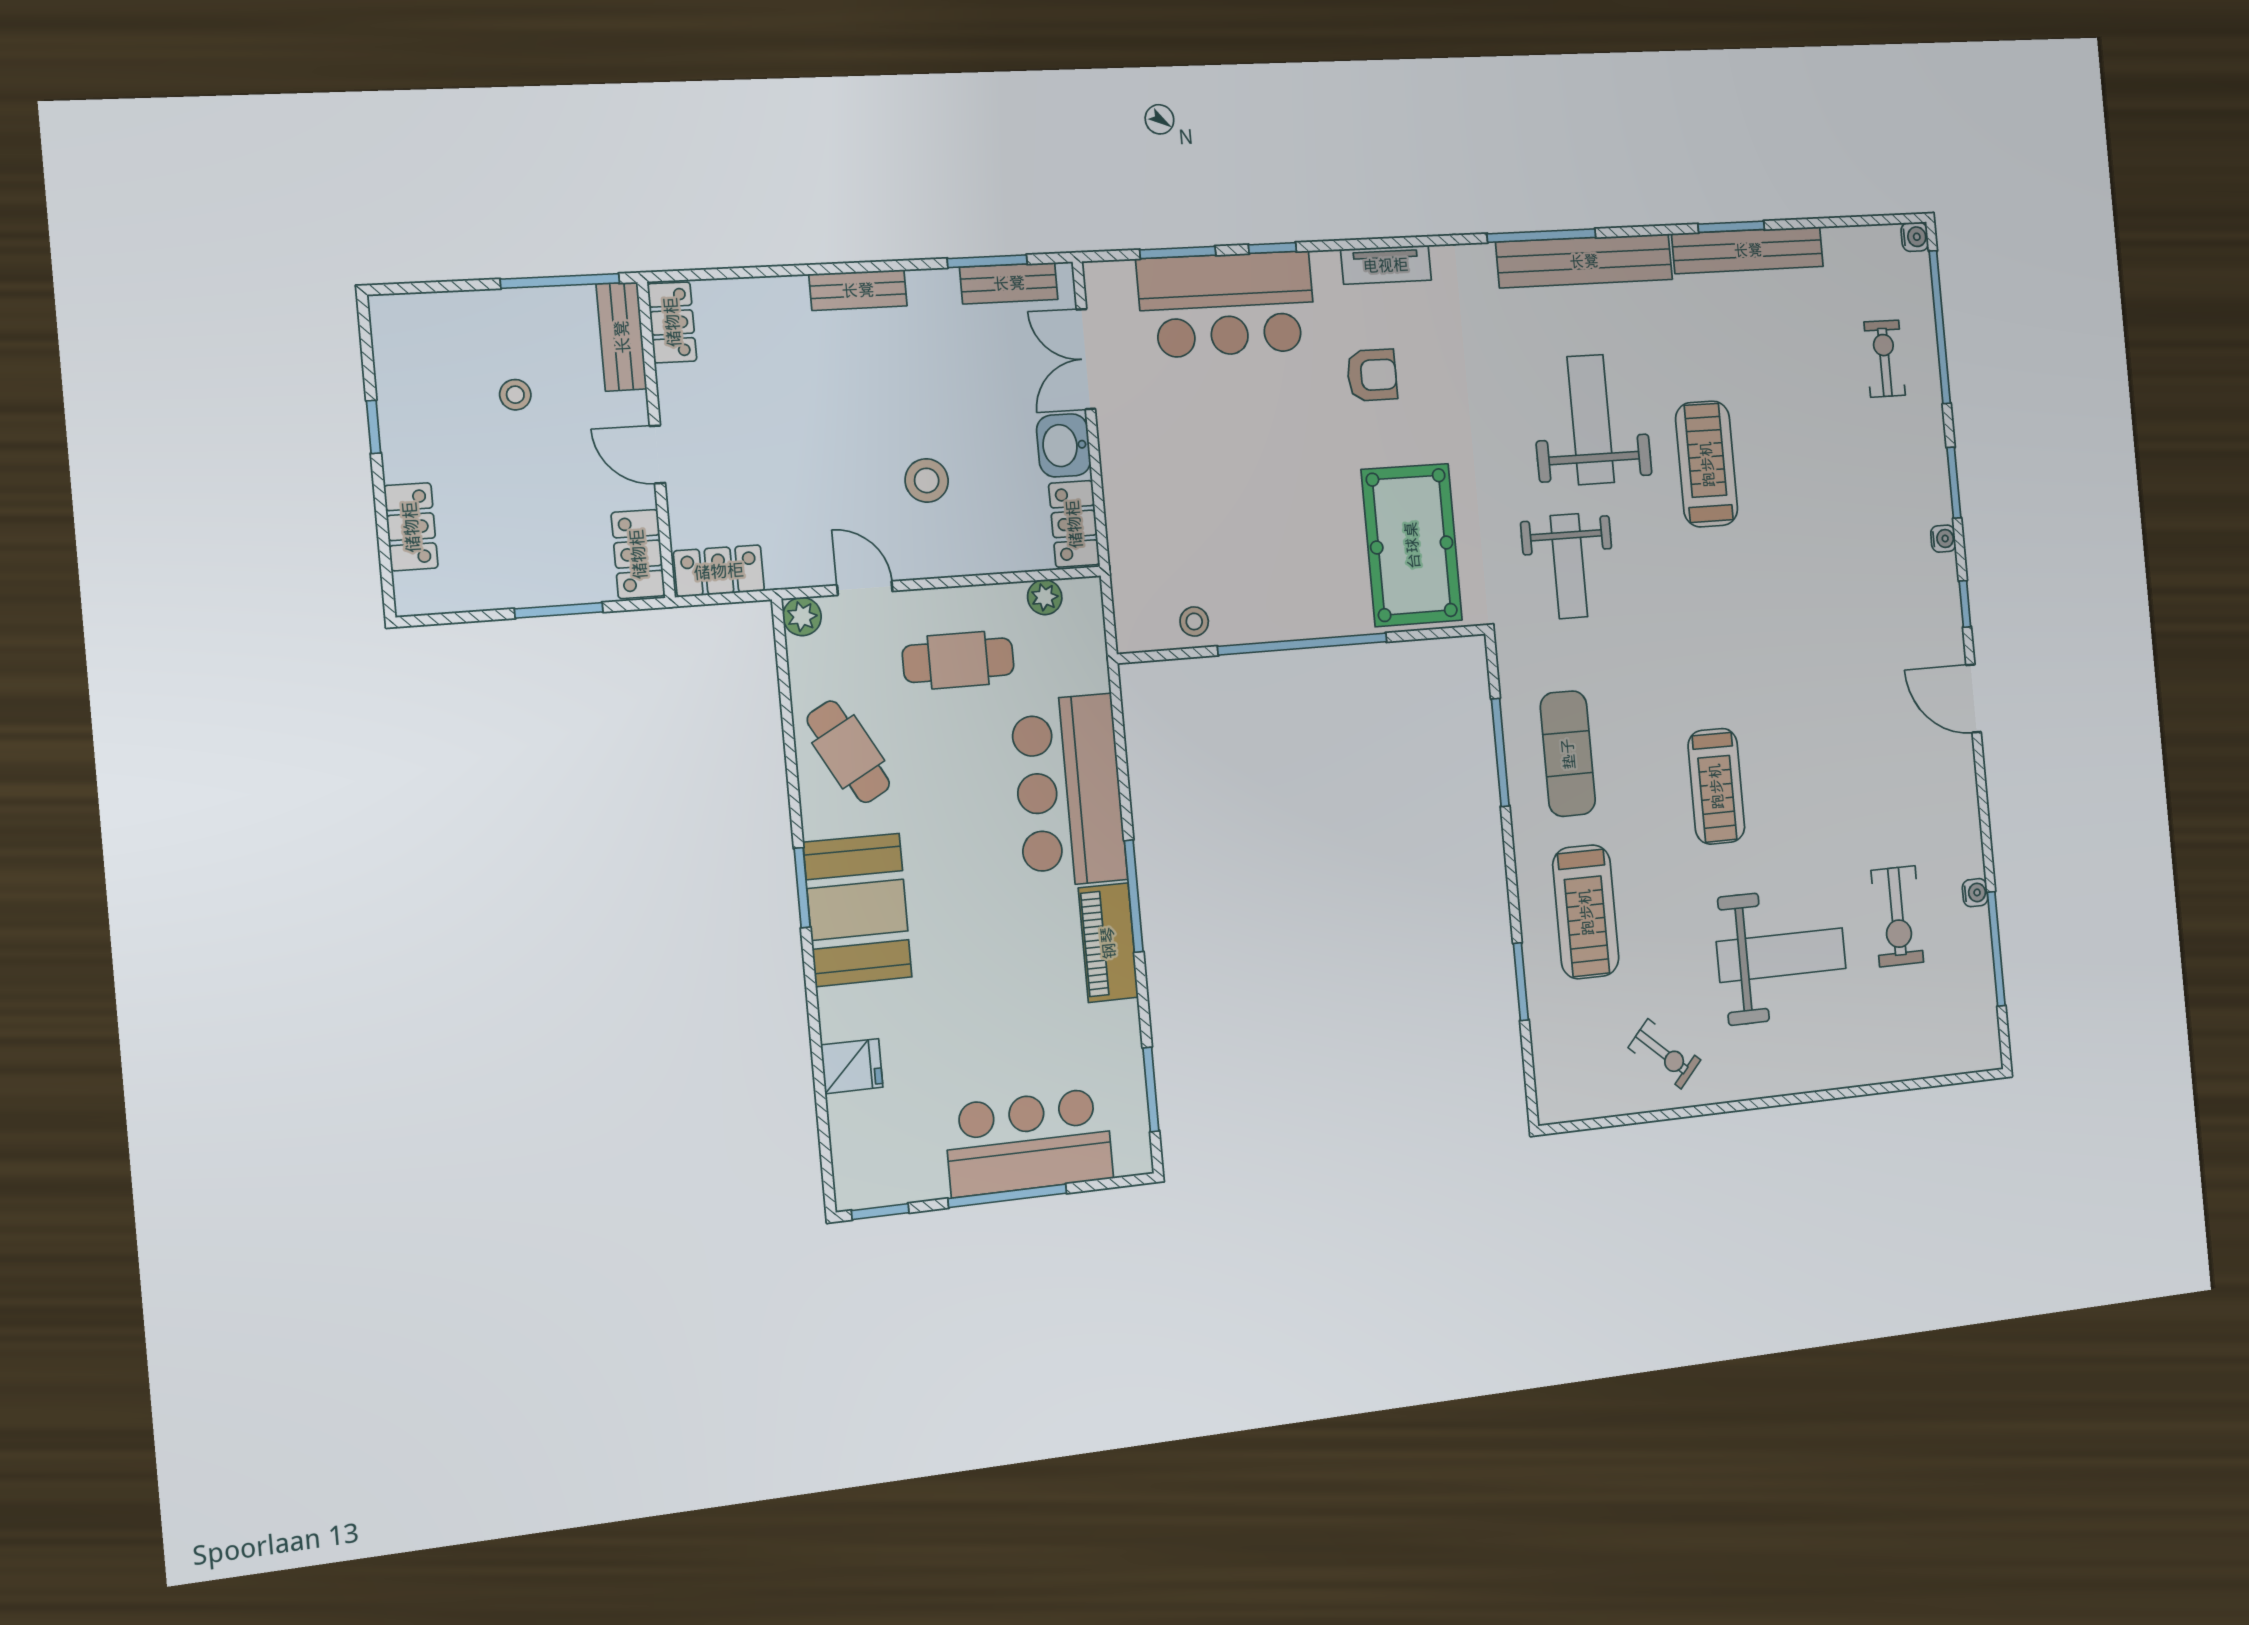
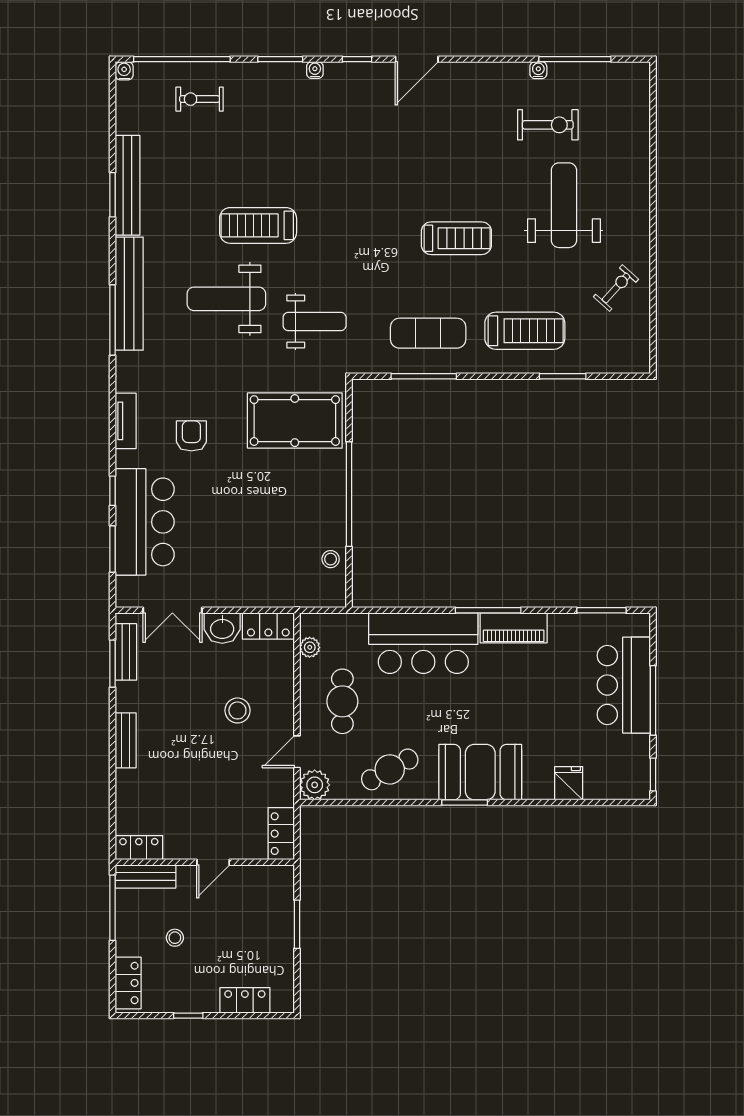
locker: (638, 554) -> (128, 983), moved, turned -90
plant: (802, 617) -> (315, 785), width x1.38, depth x1.38

